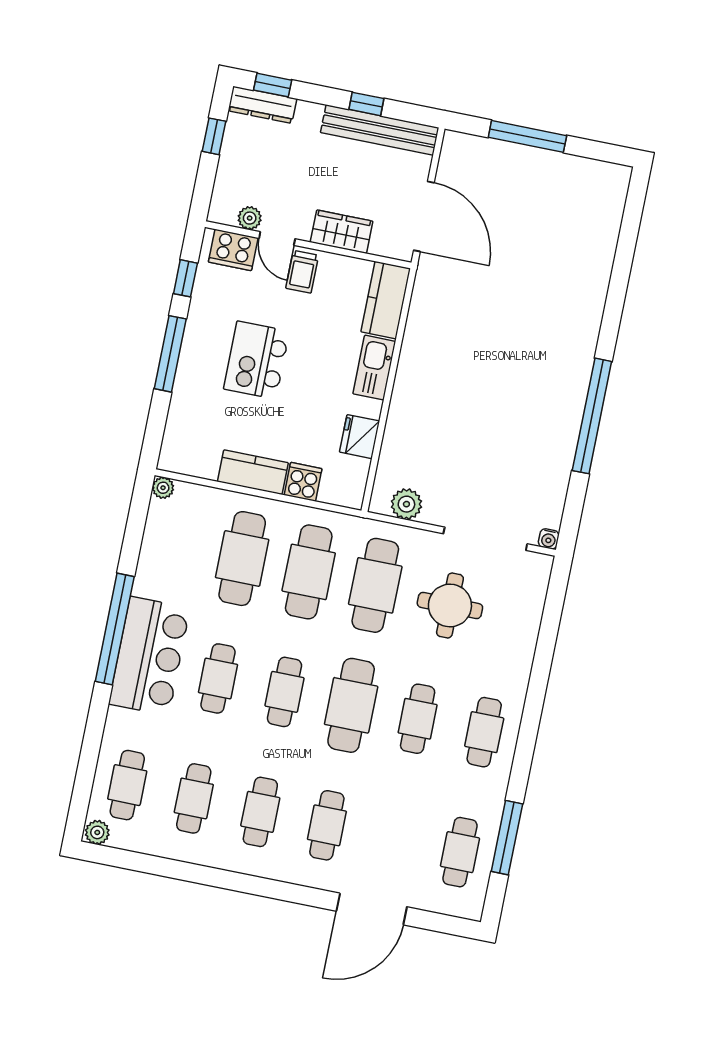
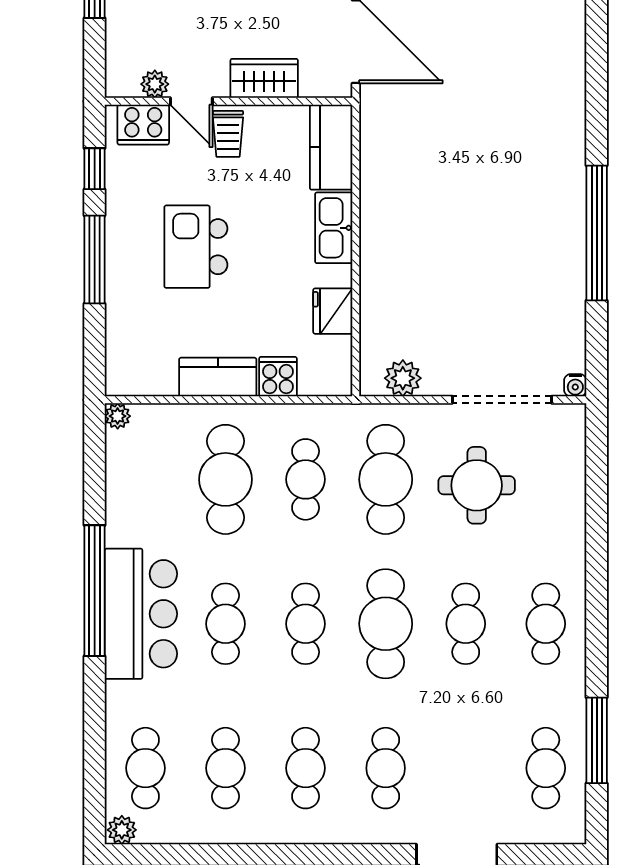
cafe table: (309, 572) -> (306, 479), width x0.73, depth x0.74

